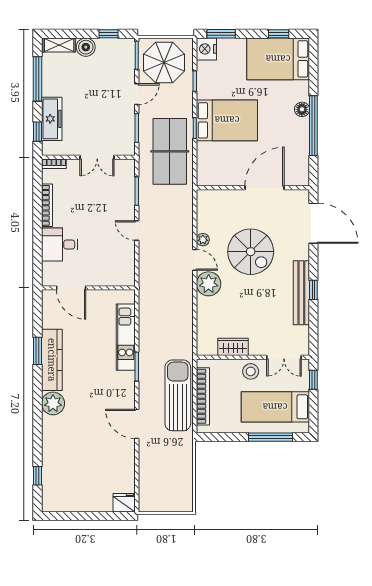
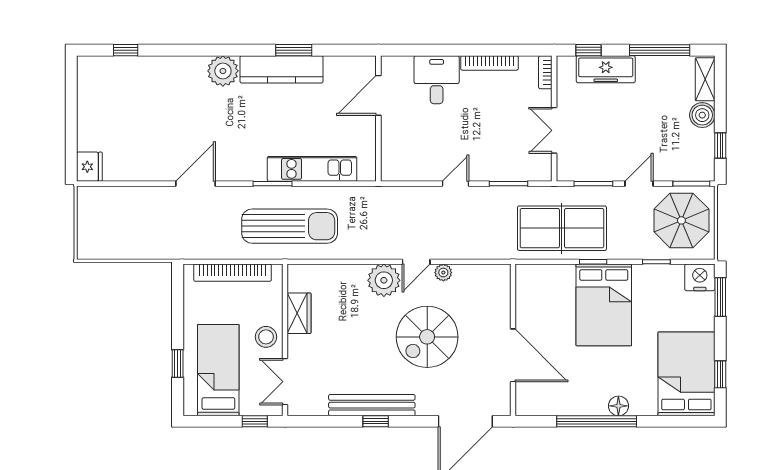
door: (137, 94) -> (639, 184), swing flipped
sun lounger: (178, 395) -> (290, 226), moved
window: (270, 437) -> (178, 363), width x0.46

